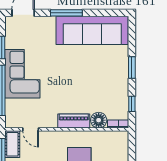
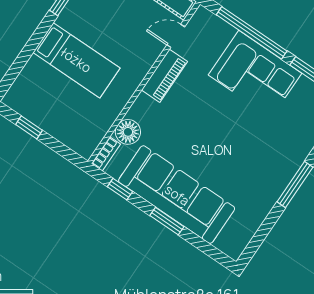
sofa: (92, 30) -> (177, 195), moved, turned 90
piano: (74, 121) -> (164, 76), moved

